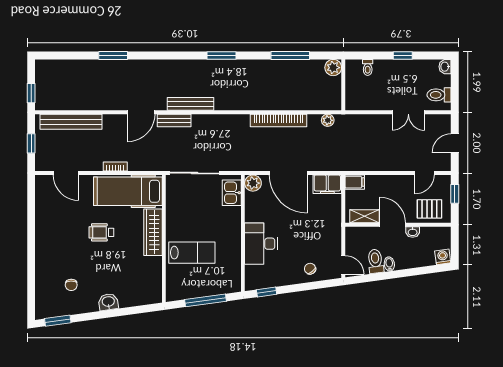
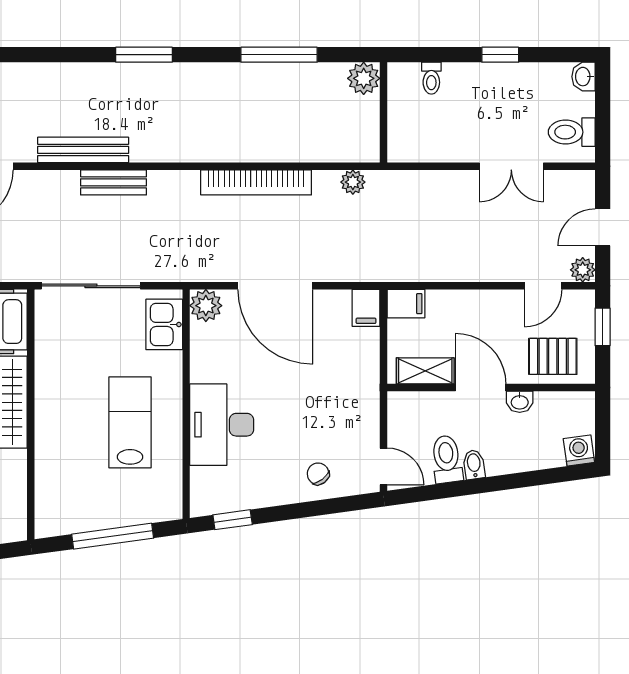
bench: (174, 120) -> (113, 182), moved
plant: (445, 165) -> (583, 270), added
filing cabinet: (327, 184) -> (366, 308), width x0.50
lab bench: (192, 253) -> (130, 422), moved, turned -90

